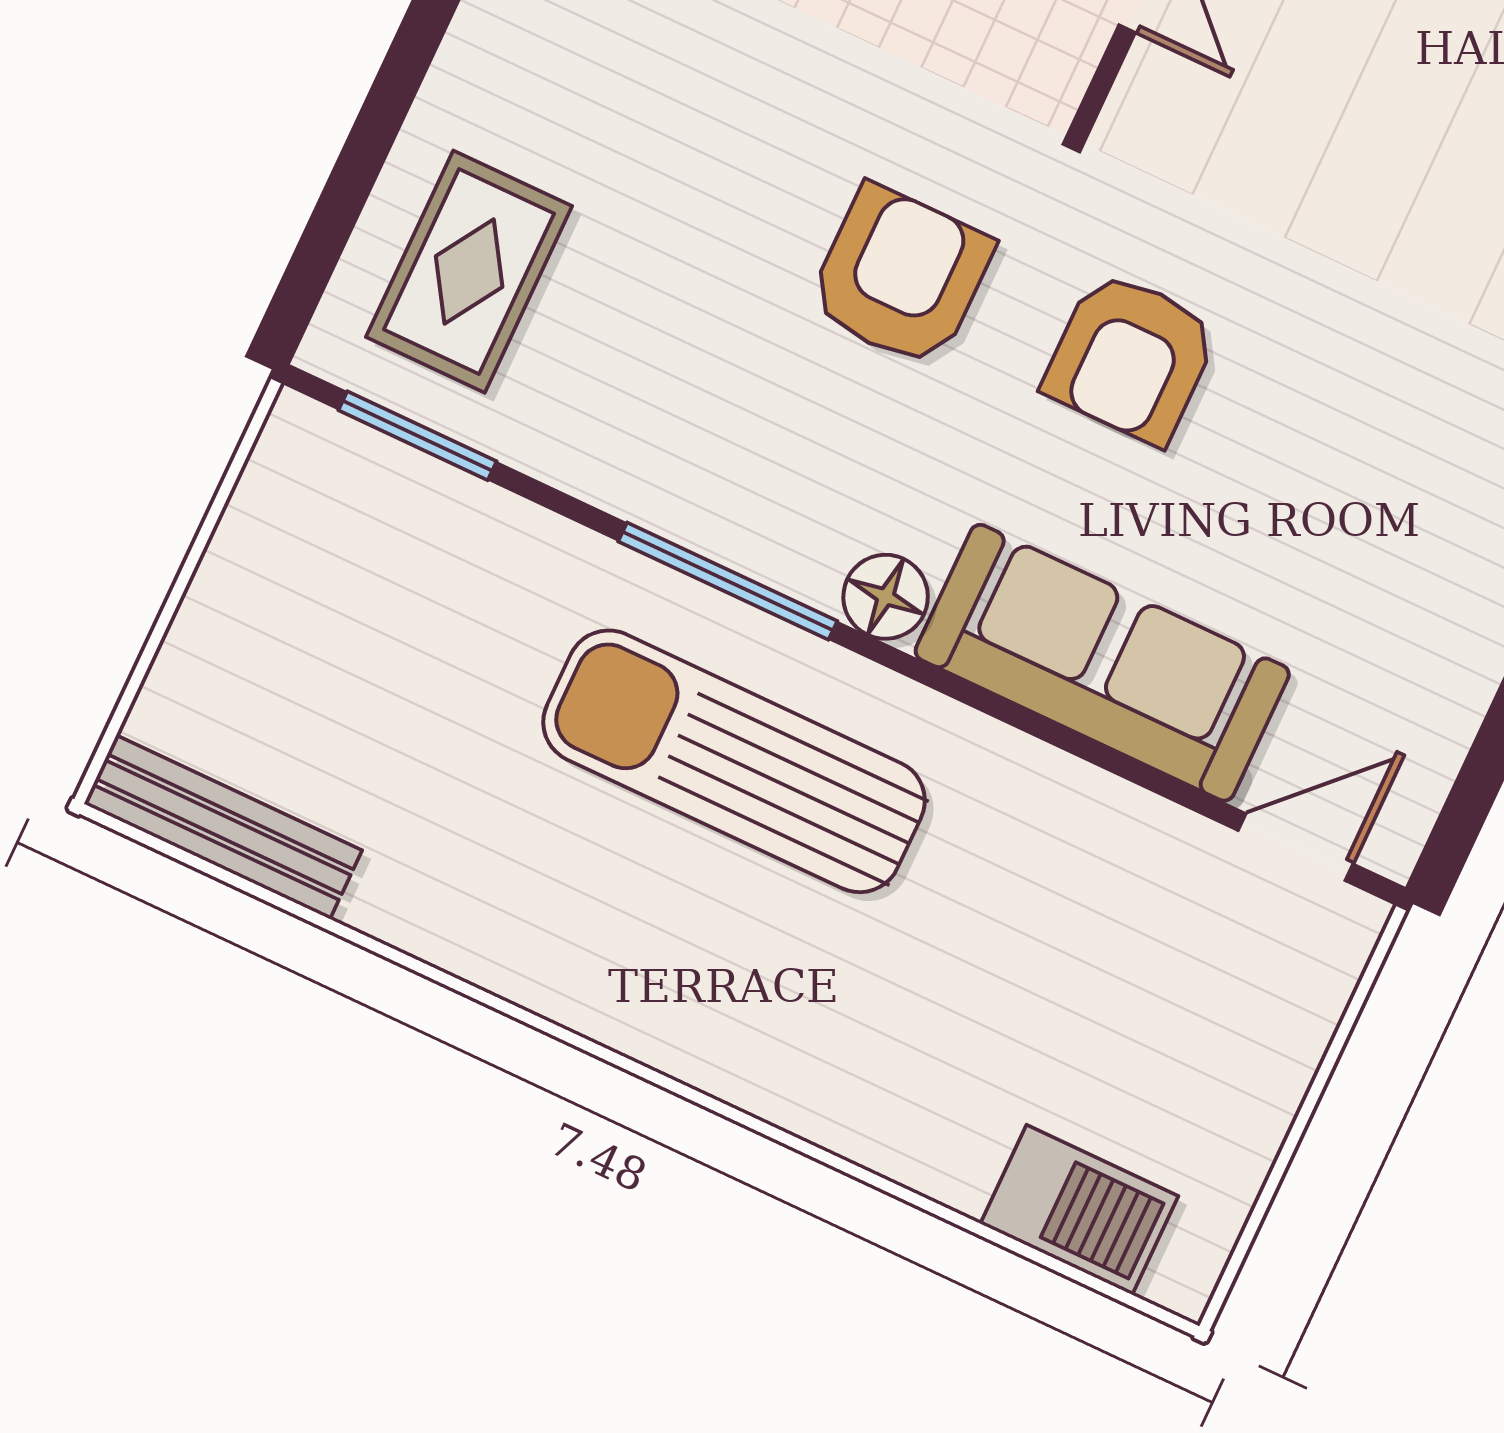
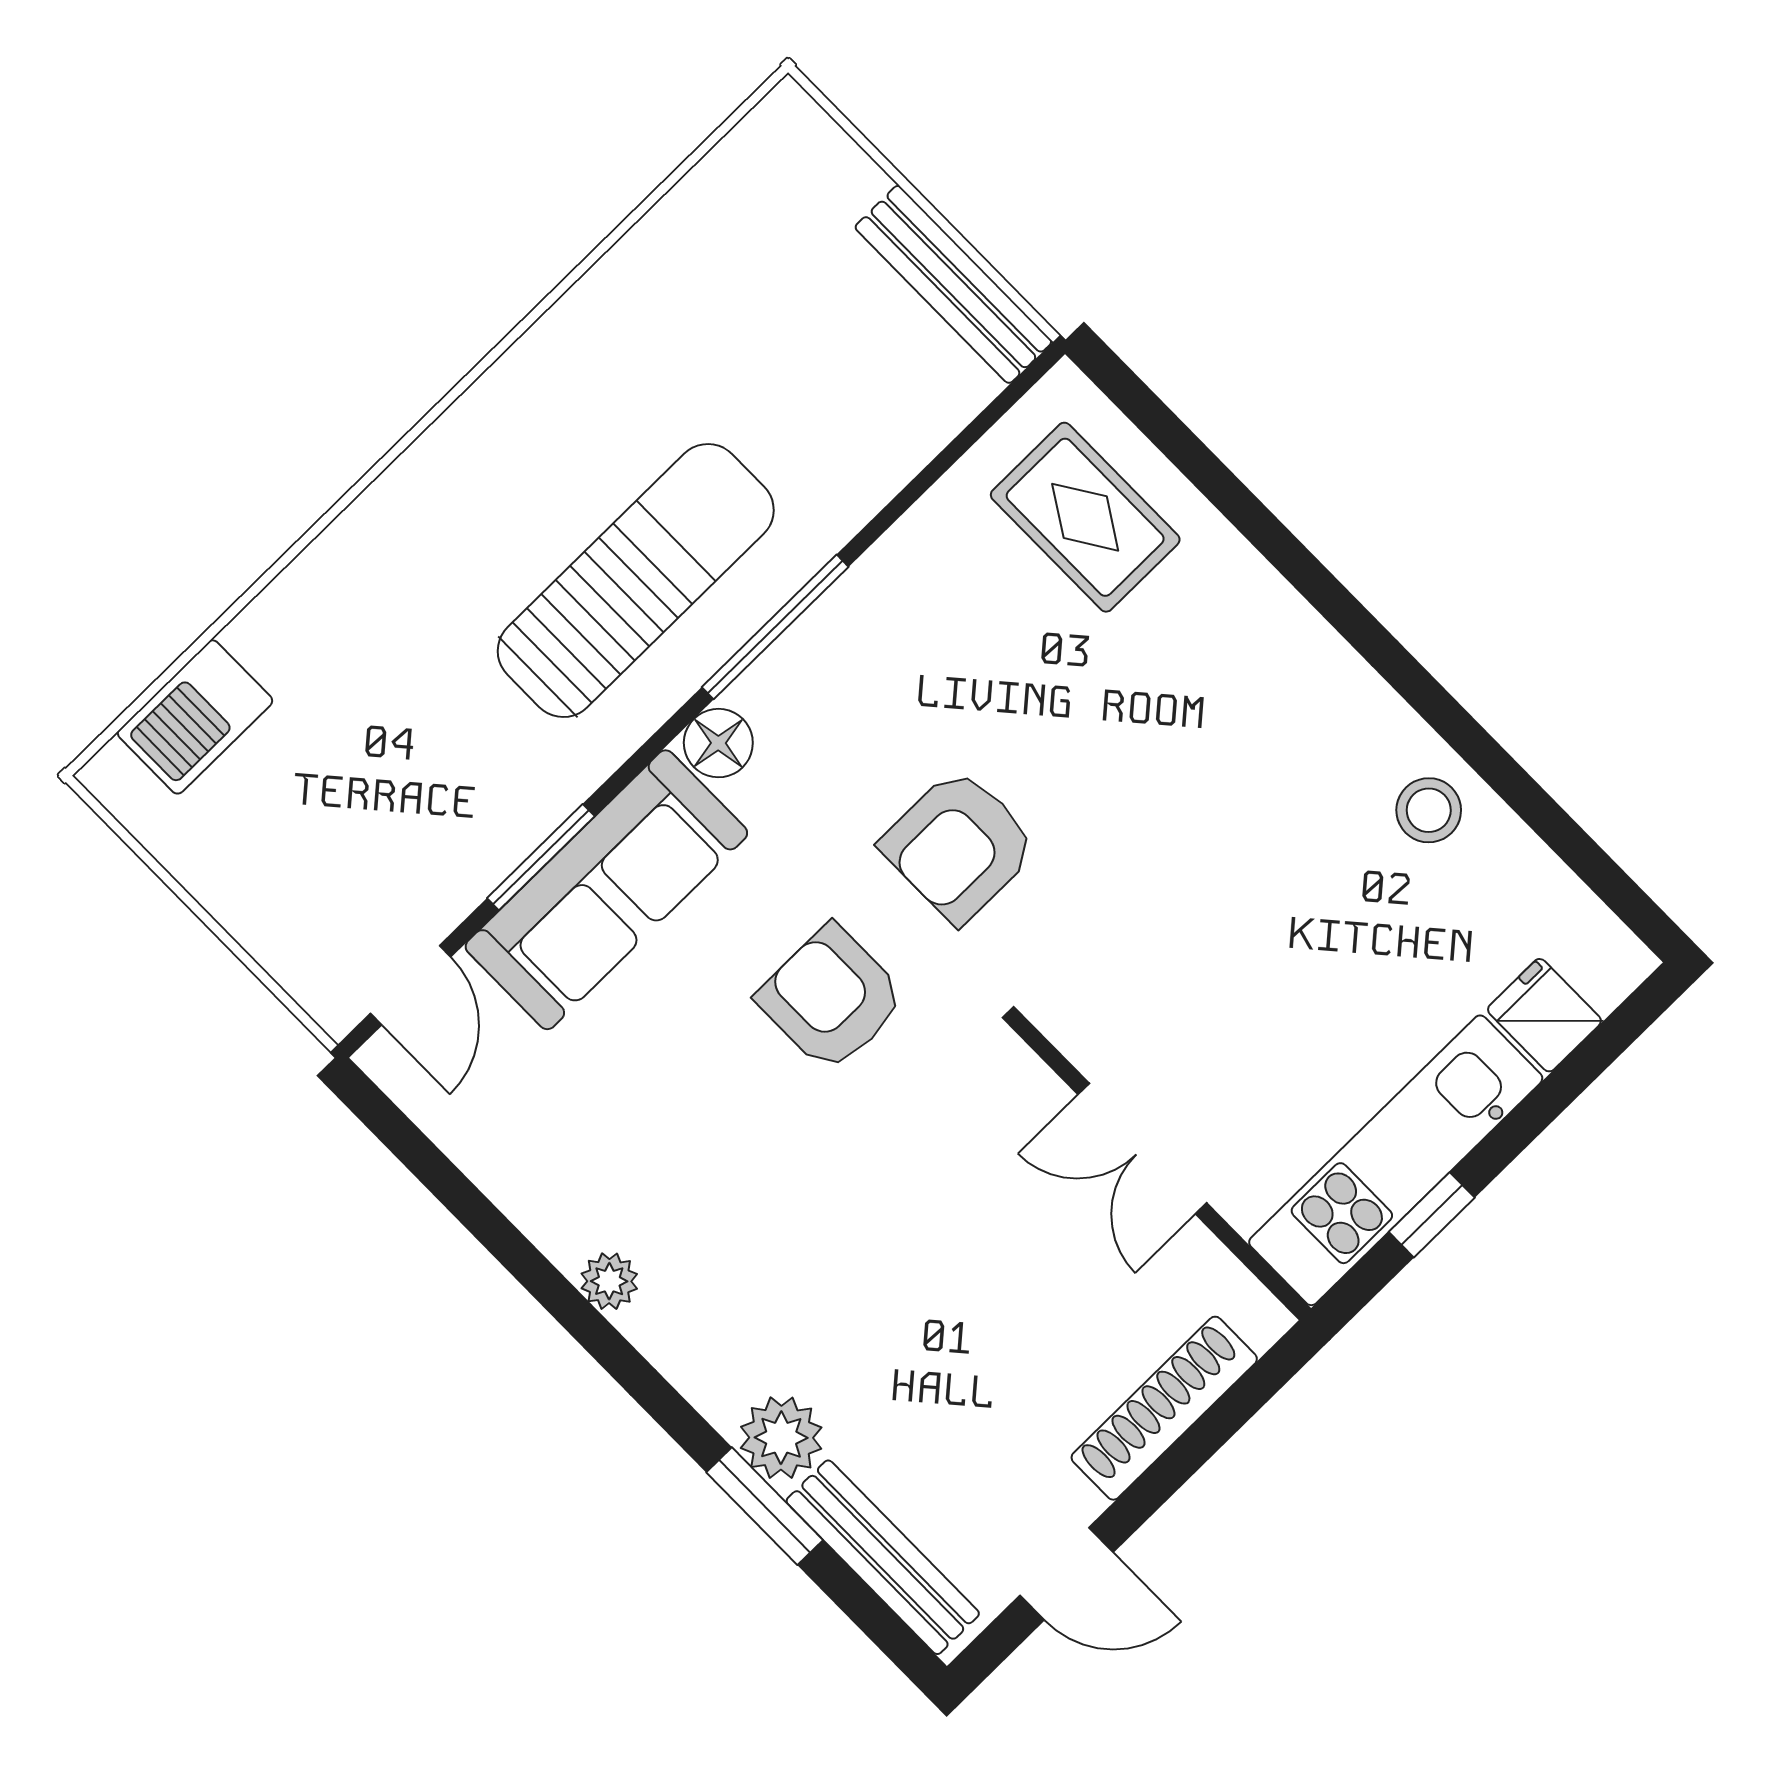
armchair: (900, 276) -> (959, 846), turned 90
window: (418, 436) -> (541, 857), moved
bench: (223, 827) -> (953, 284), moved, turned 90

